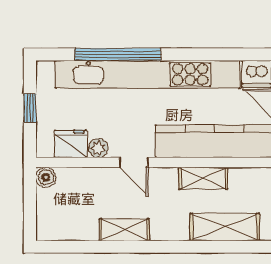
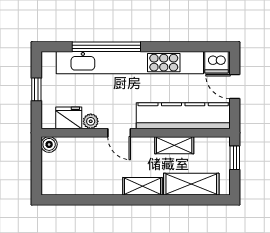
shelving: (124, 230) -> (143, 186), moved

